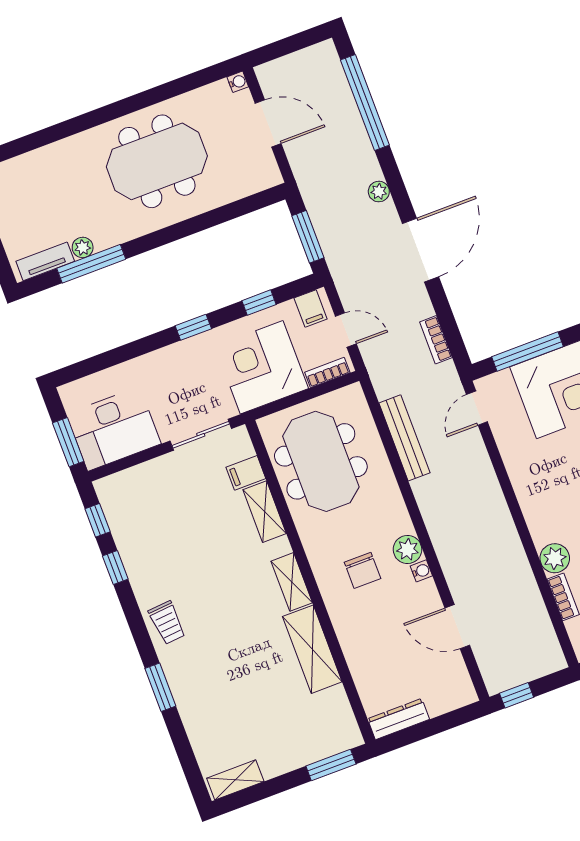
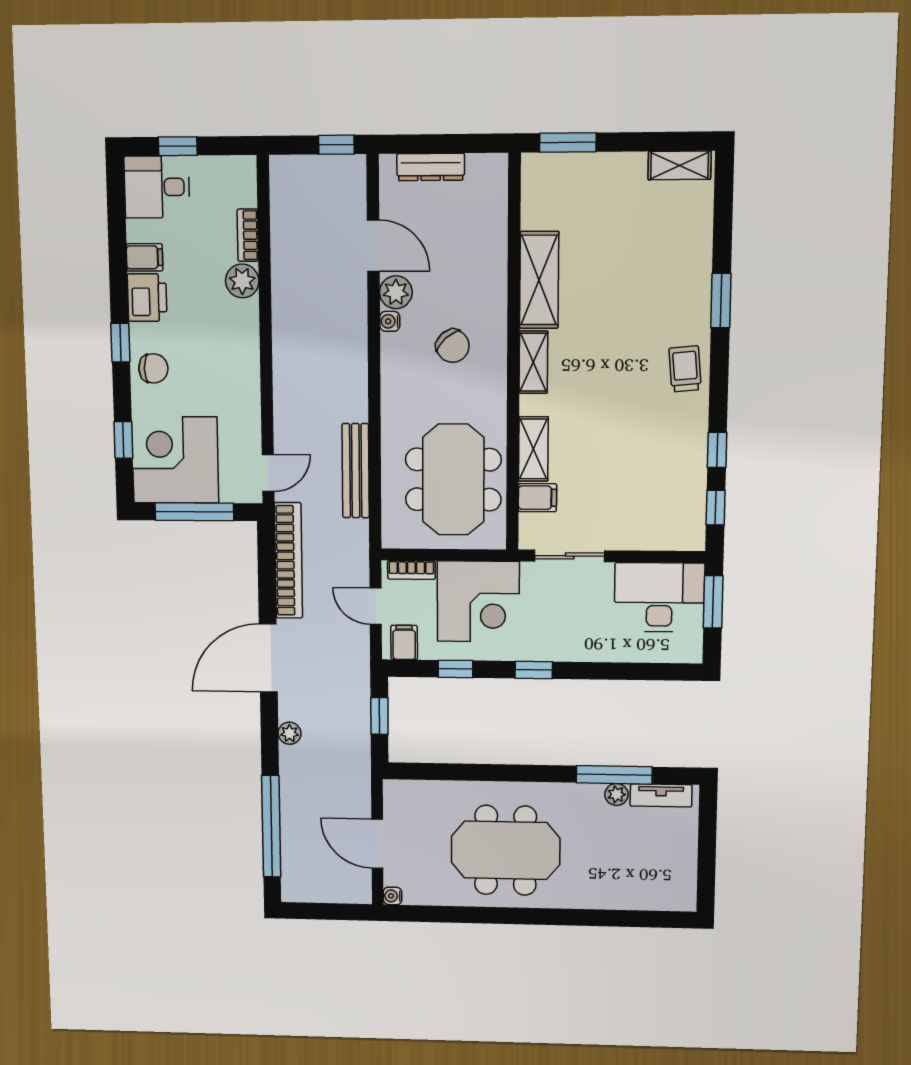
window: (308, 237) -> (379, 716), width x0.67
bookcase: (436, 340) -> (289, 560), width x2.31, depth x1.31
plant: (407, 549) -> (396, 292), moved
chair: (363, 570) -> (453, 346), turned 139
dresser: (398, 719) -> (431, 167), moved

